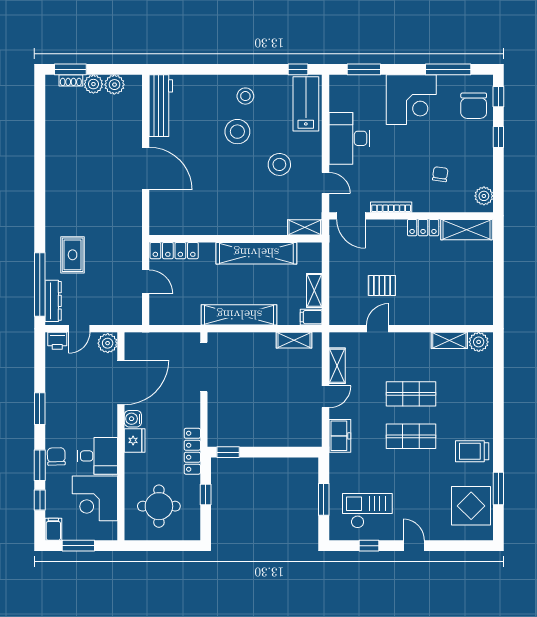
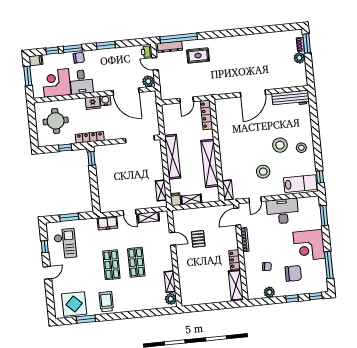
plant: (114, 85) -> (300, 70), removed
chair: (474, 106) -> (293, 273), moved, turned 180
plant: (484, 196) -> (269, 292), moved

